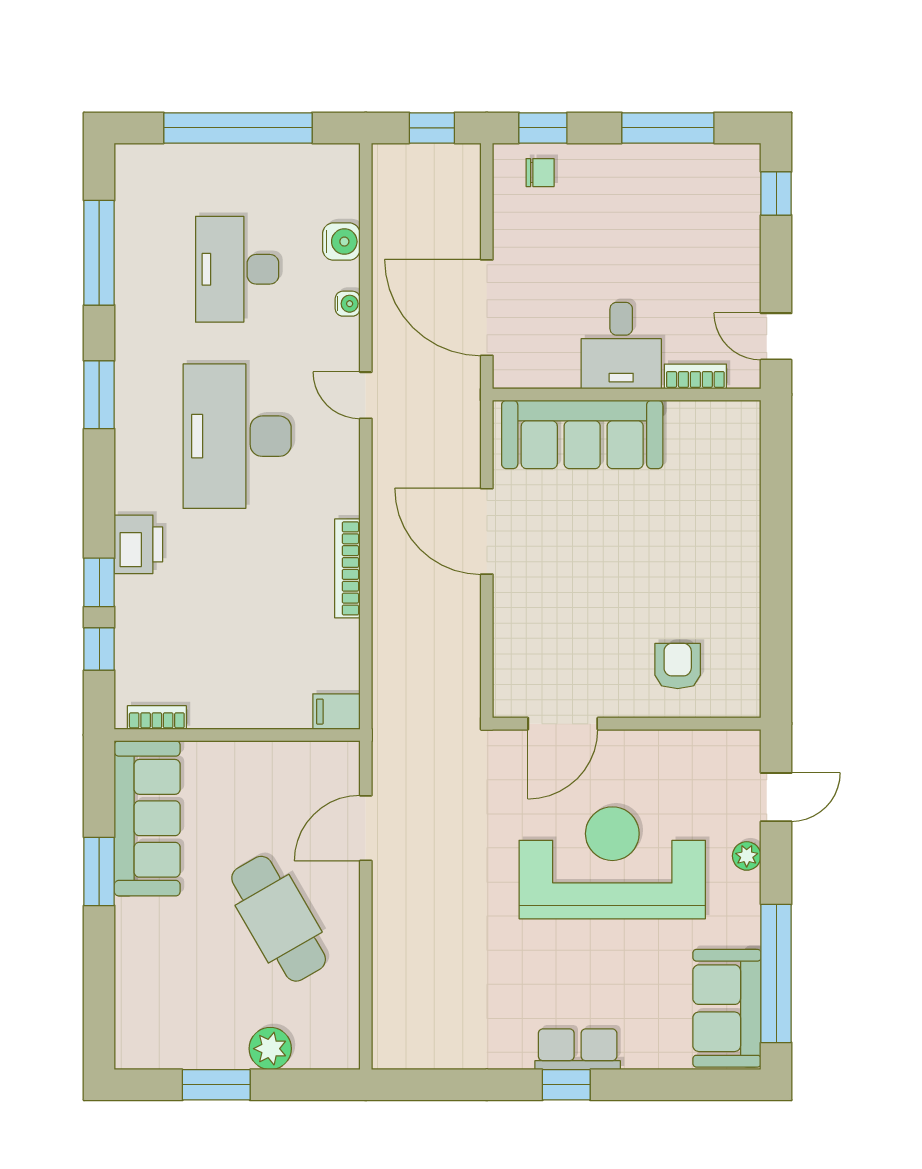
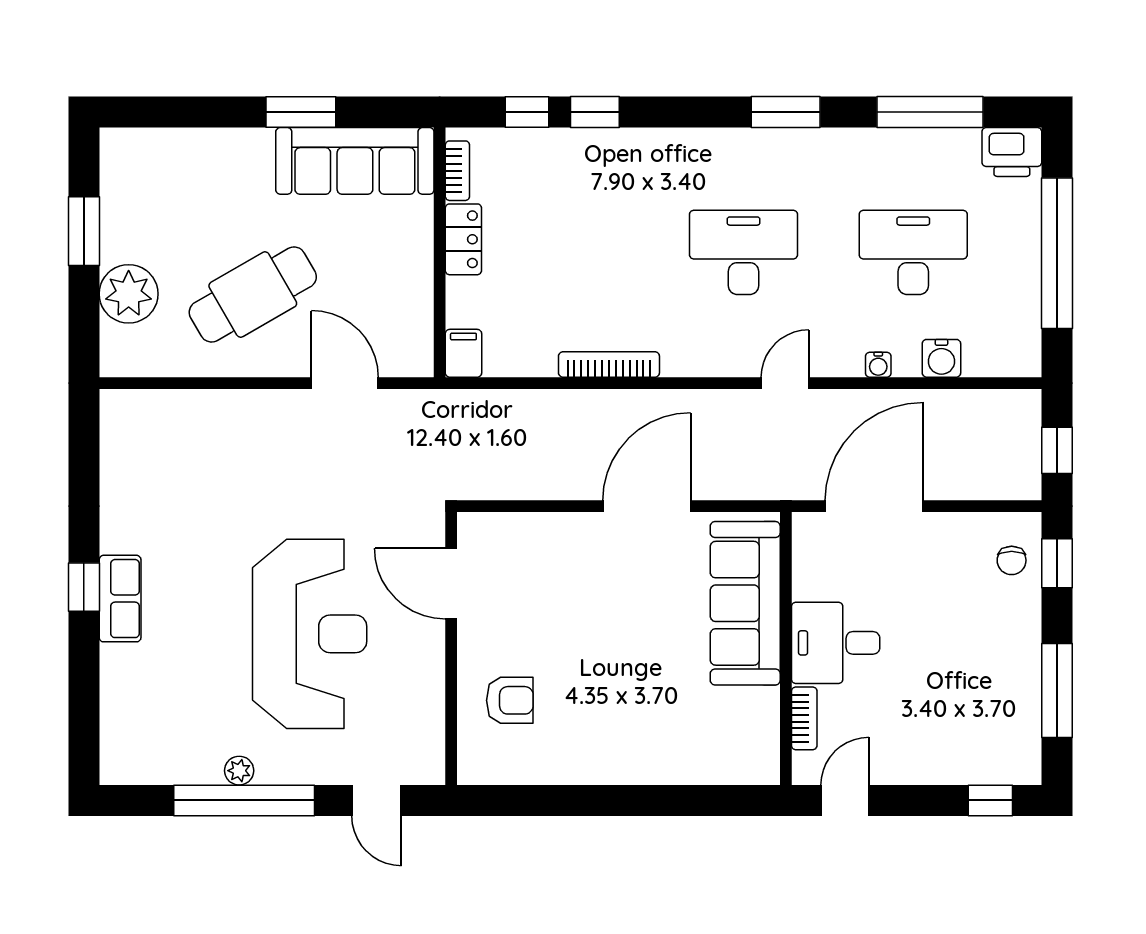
desk: (237, 436) -> (744, 252), width x0.73, depth x0.77
printer: (138, 544) -> (1012, 152), moved
locker: (224, 712) -> (463, 239), added
plant: (747, 856) -> (239, 771), moved
window: (776, 973) -> (244, 800), moved
sofa: (727, 1008) -> (162, 750), removed
plant: (270, 1049) -> (129, 294), width x1.36, depth x1.36

